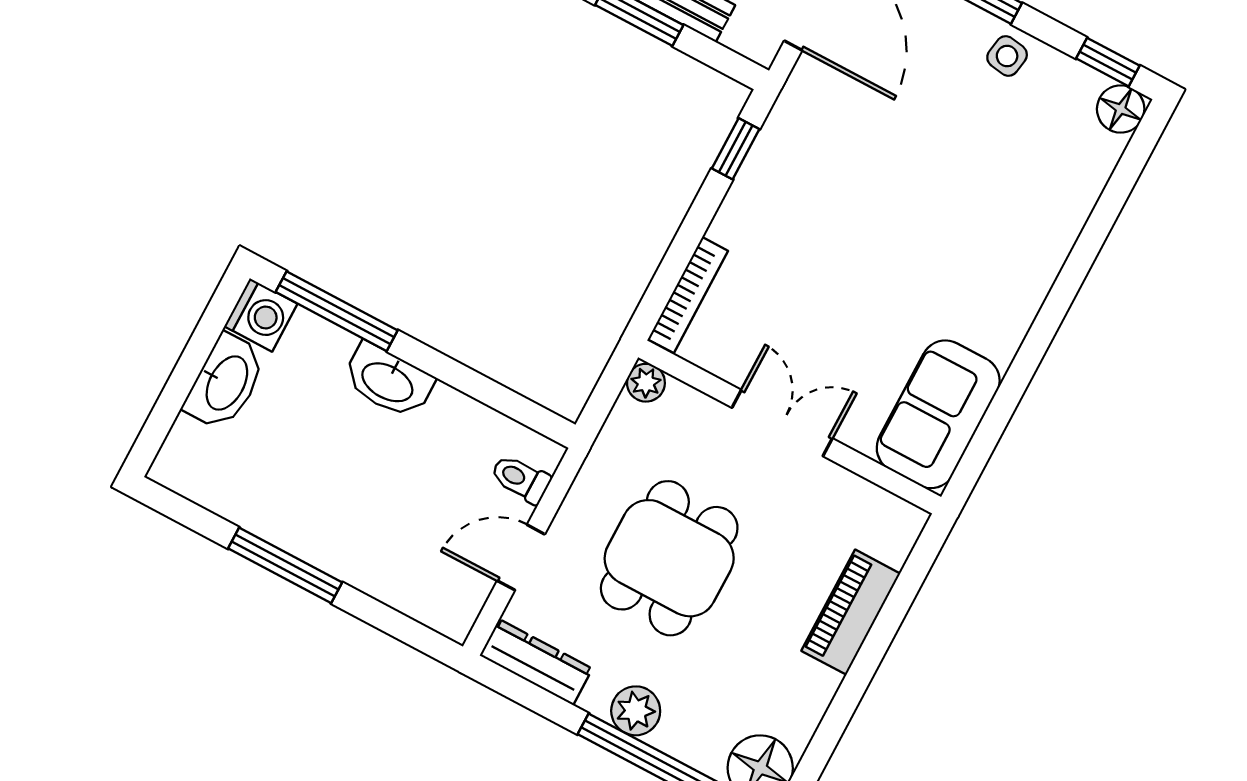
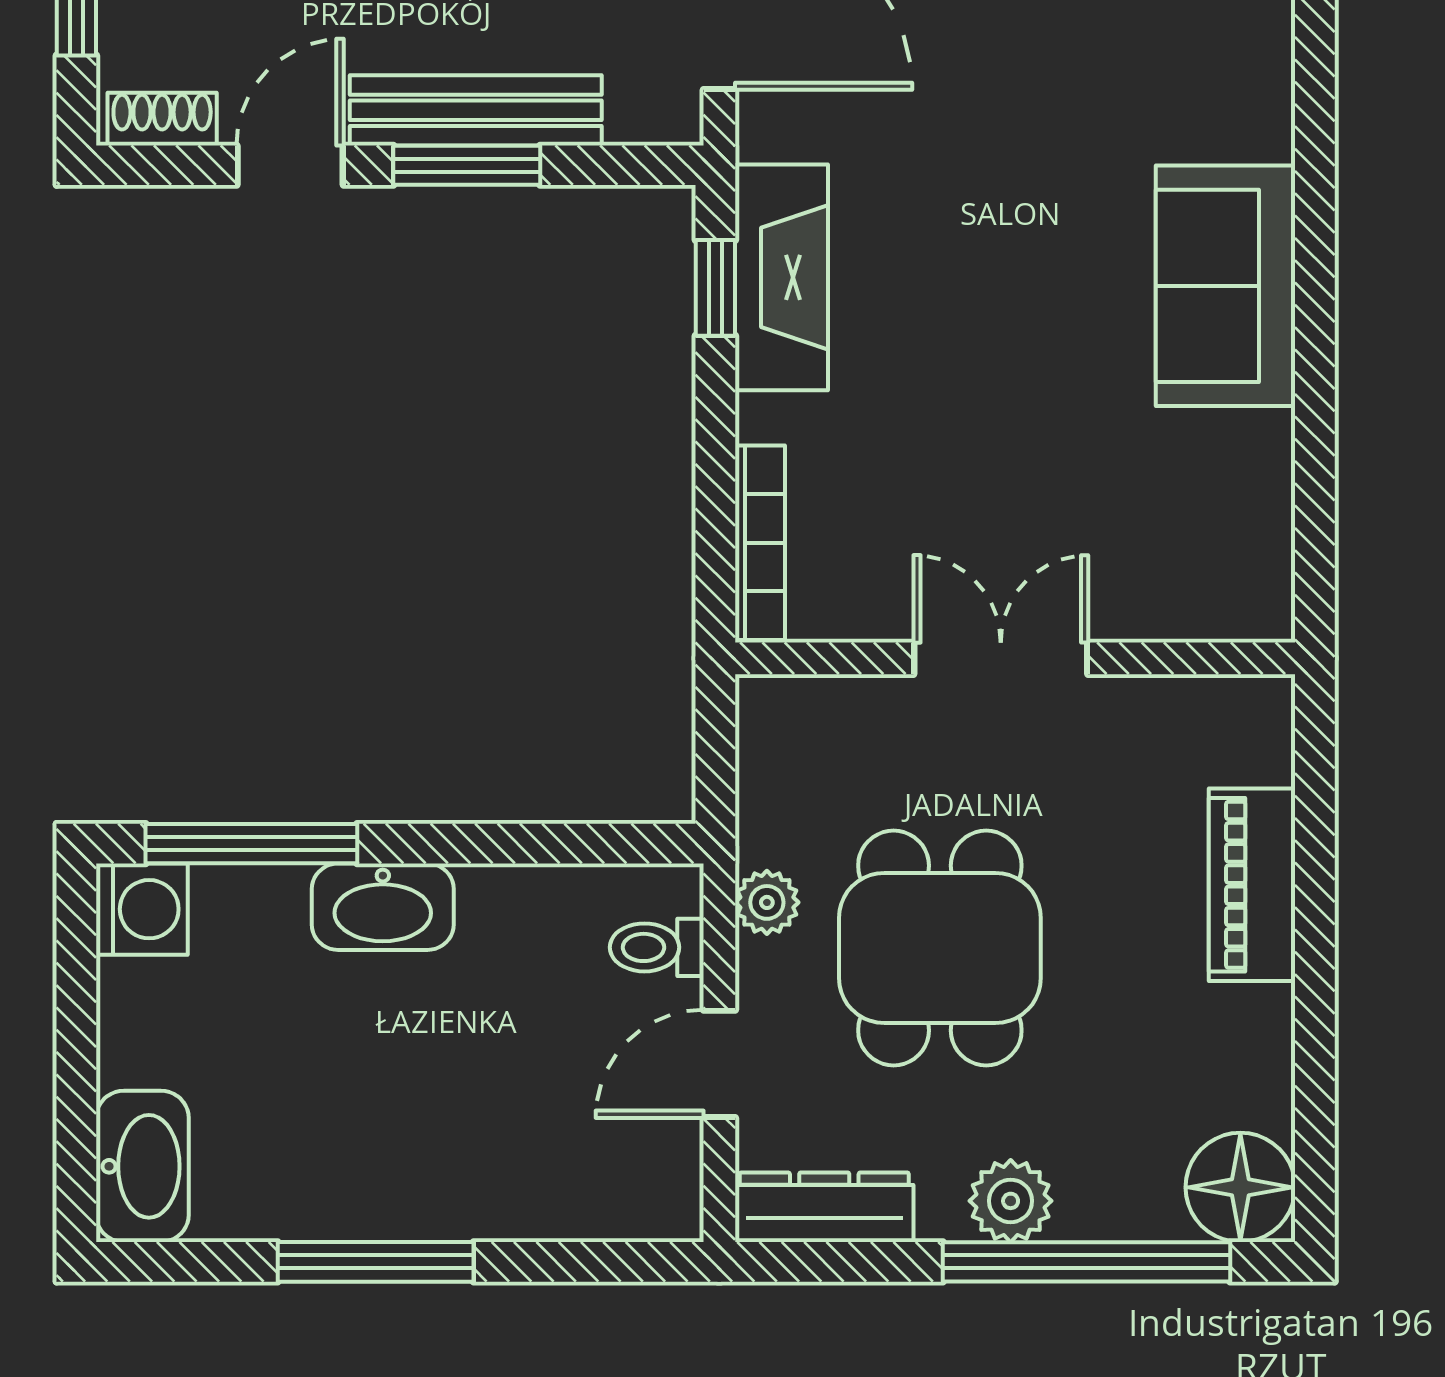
fireplace: (773, 162) -> (782, 277), added
washbasin: (225, 382) -> (142, 1166), moved
plant: (646, 383) -> (767, 902), moved
sofa: (938, 414) -> (1226, 286), moved

